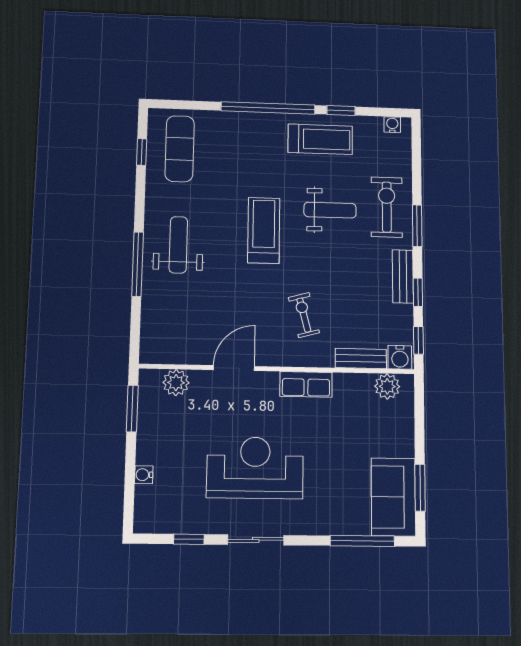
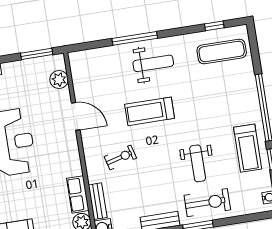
treadmill: (264, 230) -> (150, 111), moved, turned 180
row of seats: (306, 384) -> (78, 194), moved

